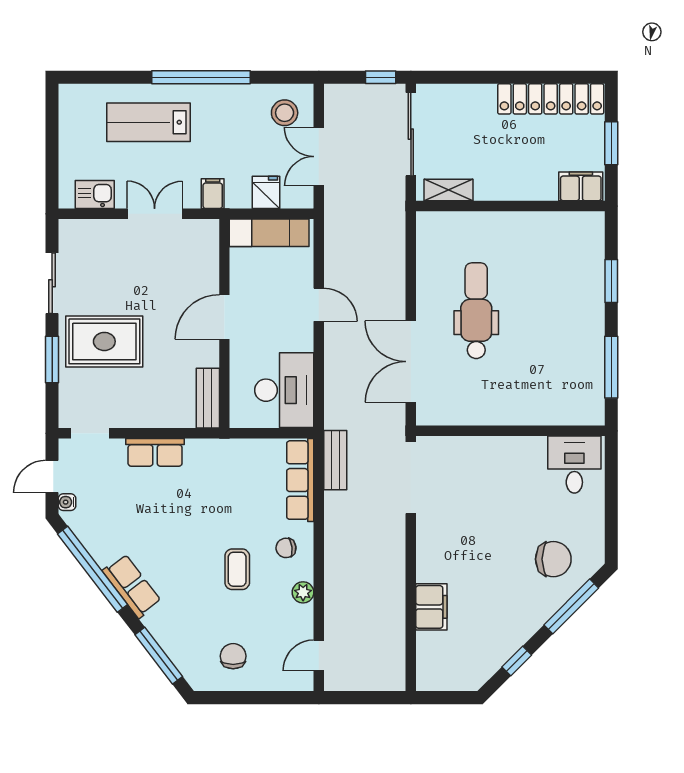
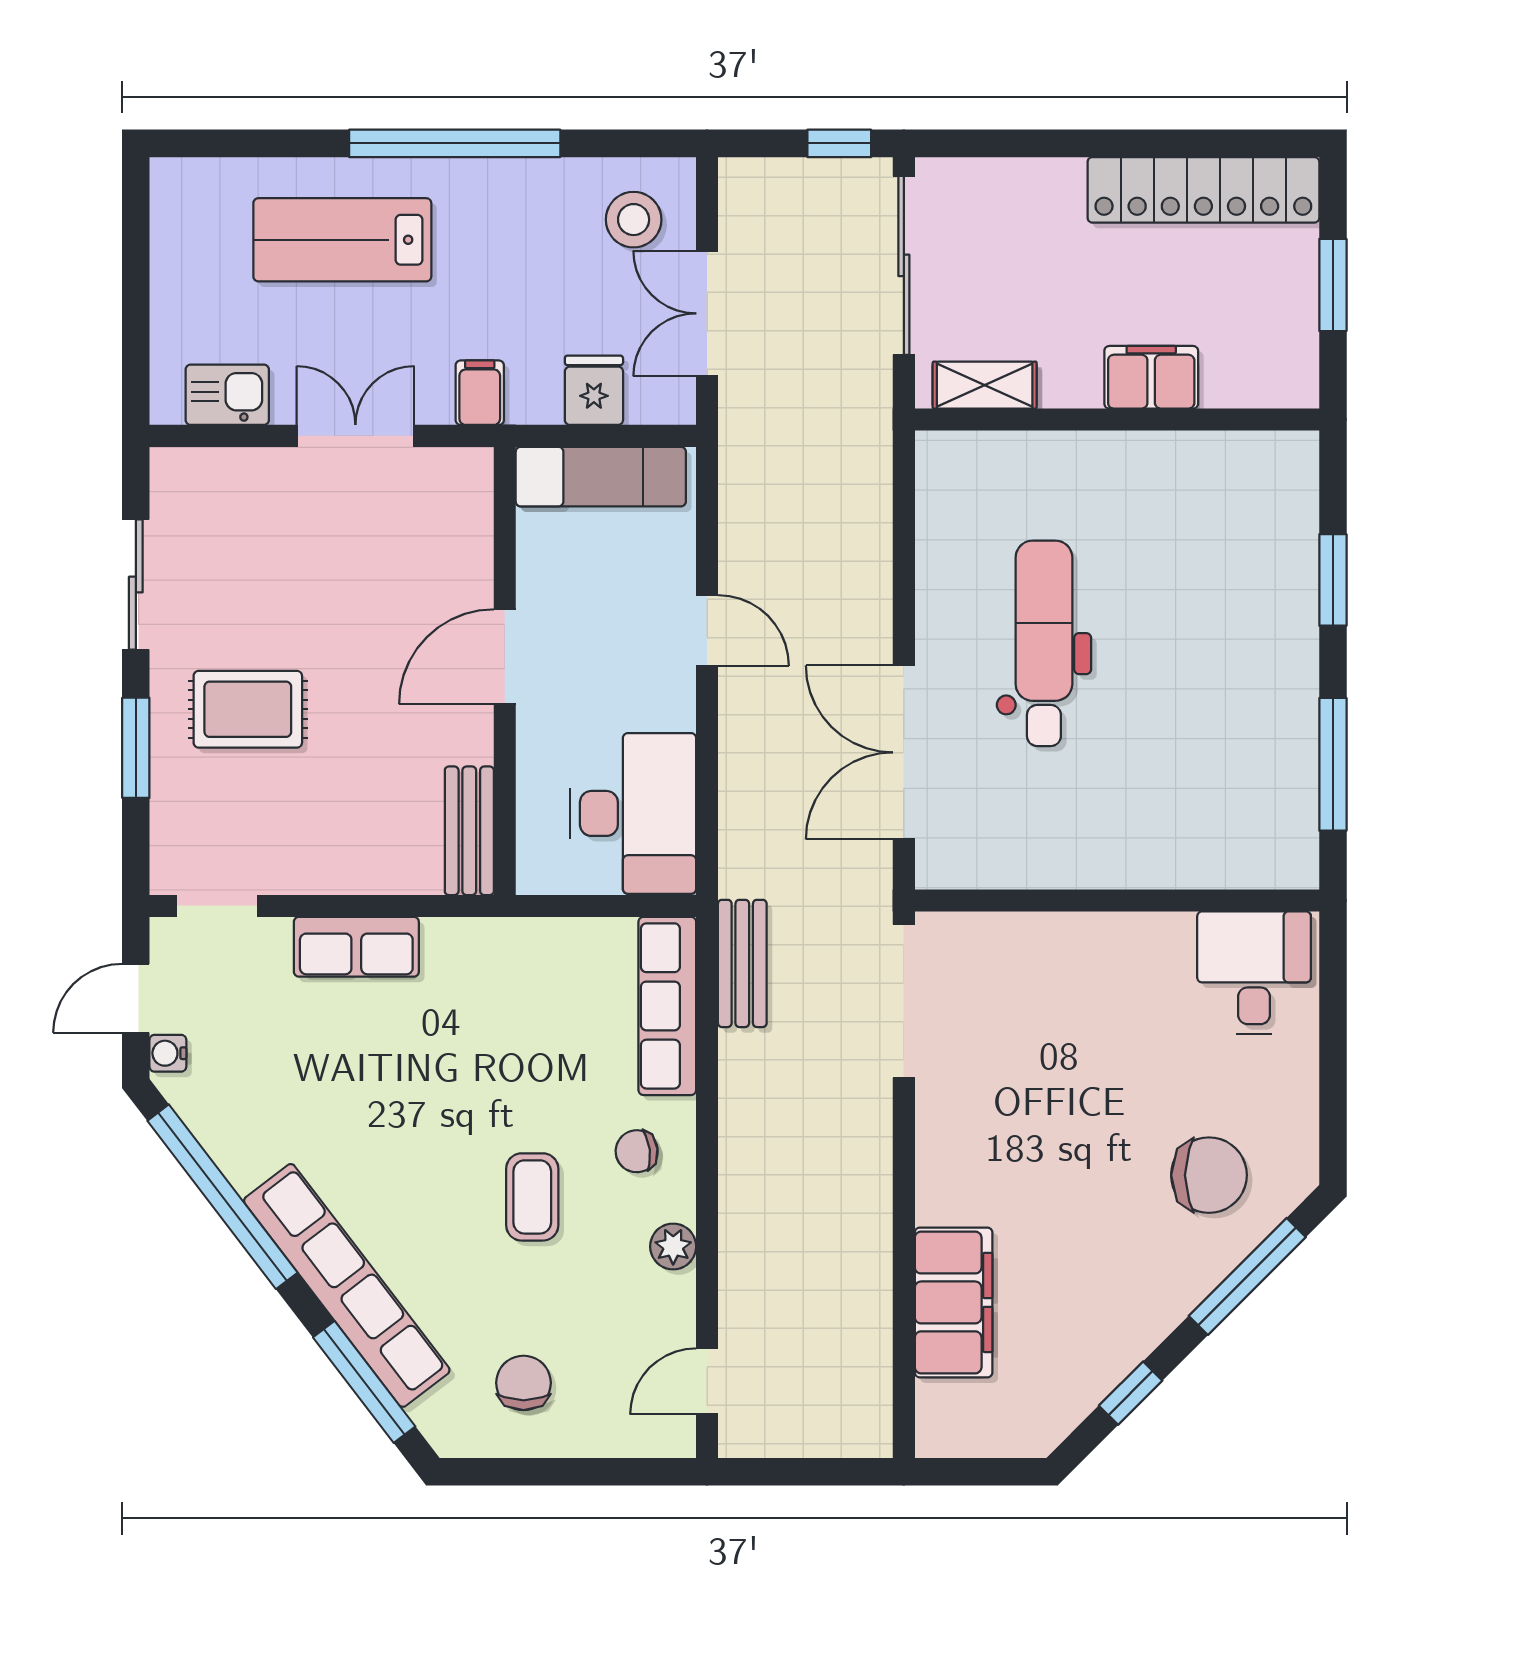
filing cabinet: (581, 186) -> (1151, 377), moved
rug: (104, 341) -> (248, 709), width x0.73, depth x0.70
row of seats: (132, 586) -> (347, 1285), width x2.02
filing cabinet: (431, 607) -> (954, 1302), width x1.50, depth x1.17

